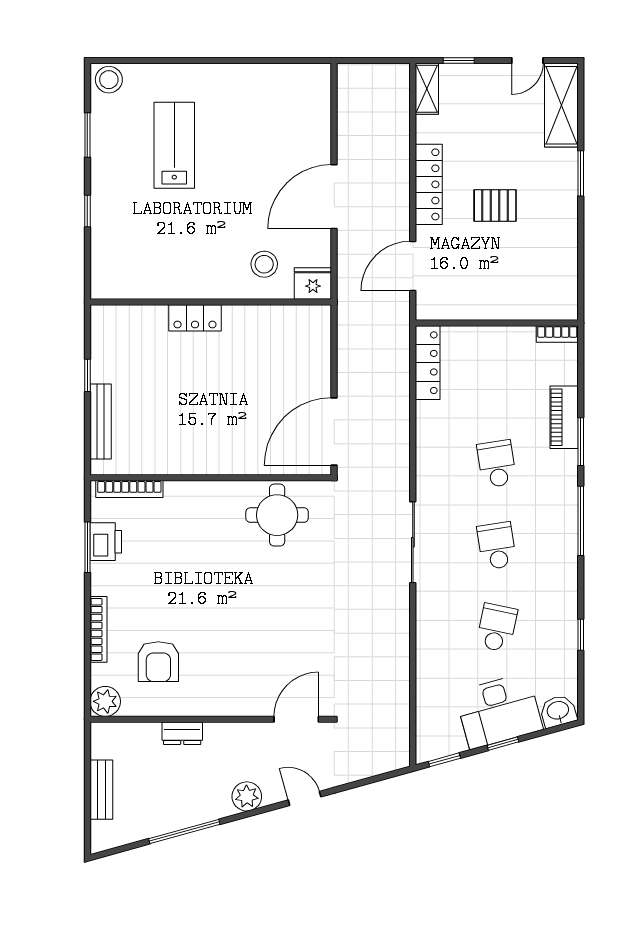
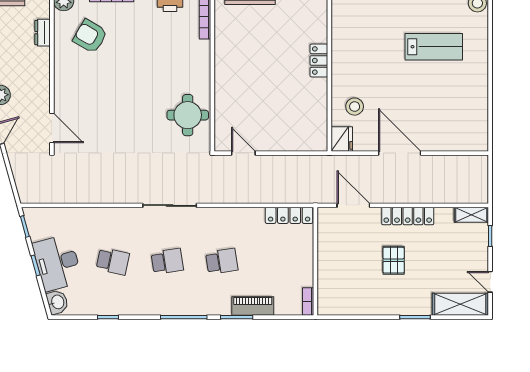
door: (334, 431) -> (243, 153), width x0.53
armchair: (158, 662) -> (90, 36), turned 30
dresser: (182, 733) -> (43, 33), moved

